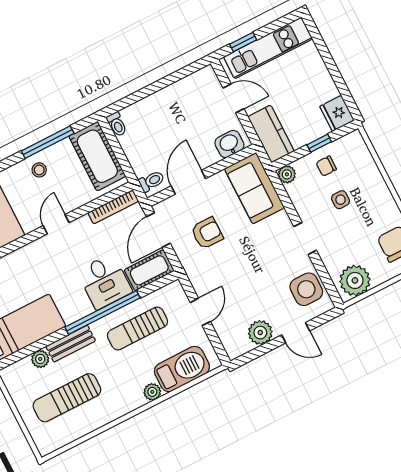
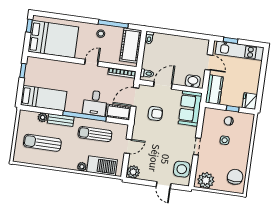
plant: (287, 174) -> (209, 112), removed
plant: (260, 333) -> (133, 172), moved

